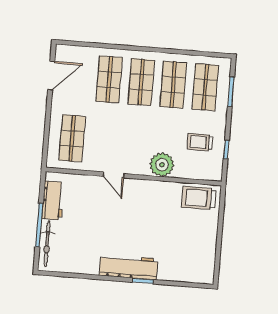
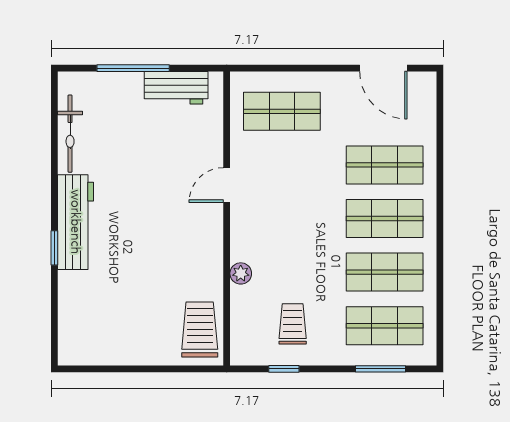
plant: (162, 165) -> (241, 273), width x0.53, depth x0.53
bicycle: (47, 244) -> (70, 134), moved, turned -90

